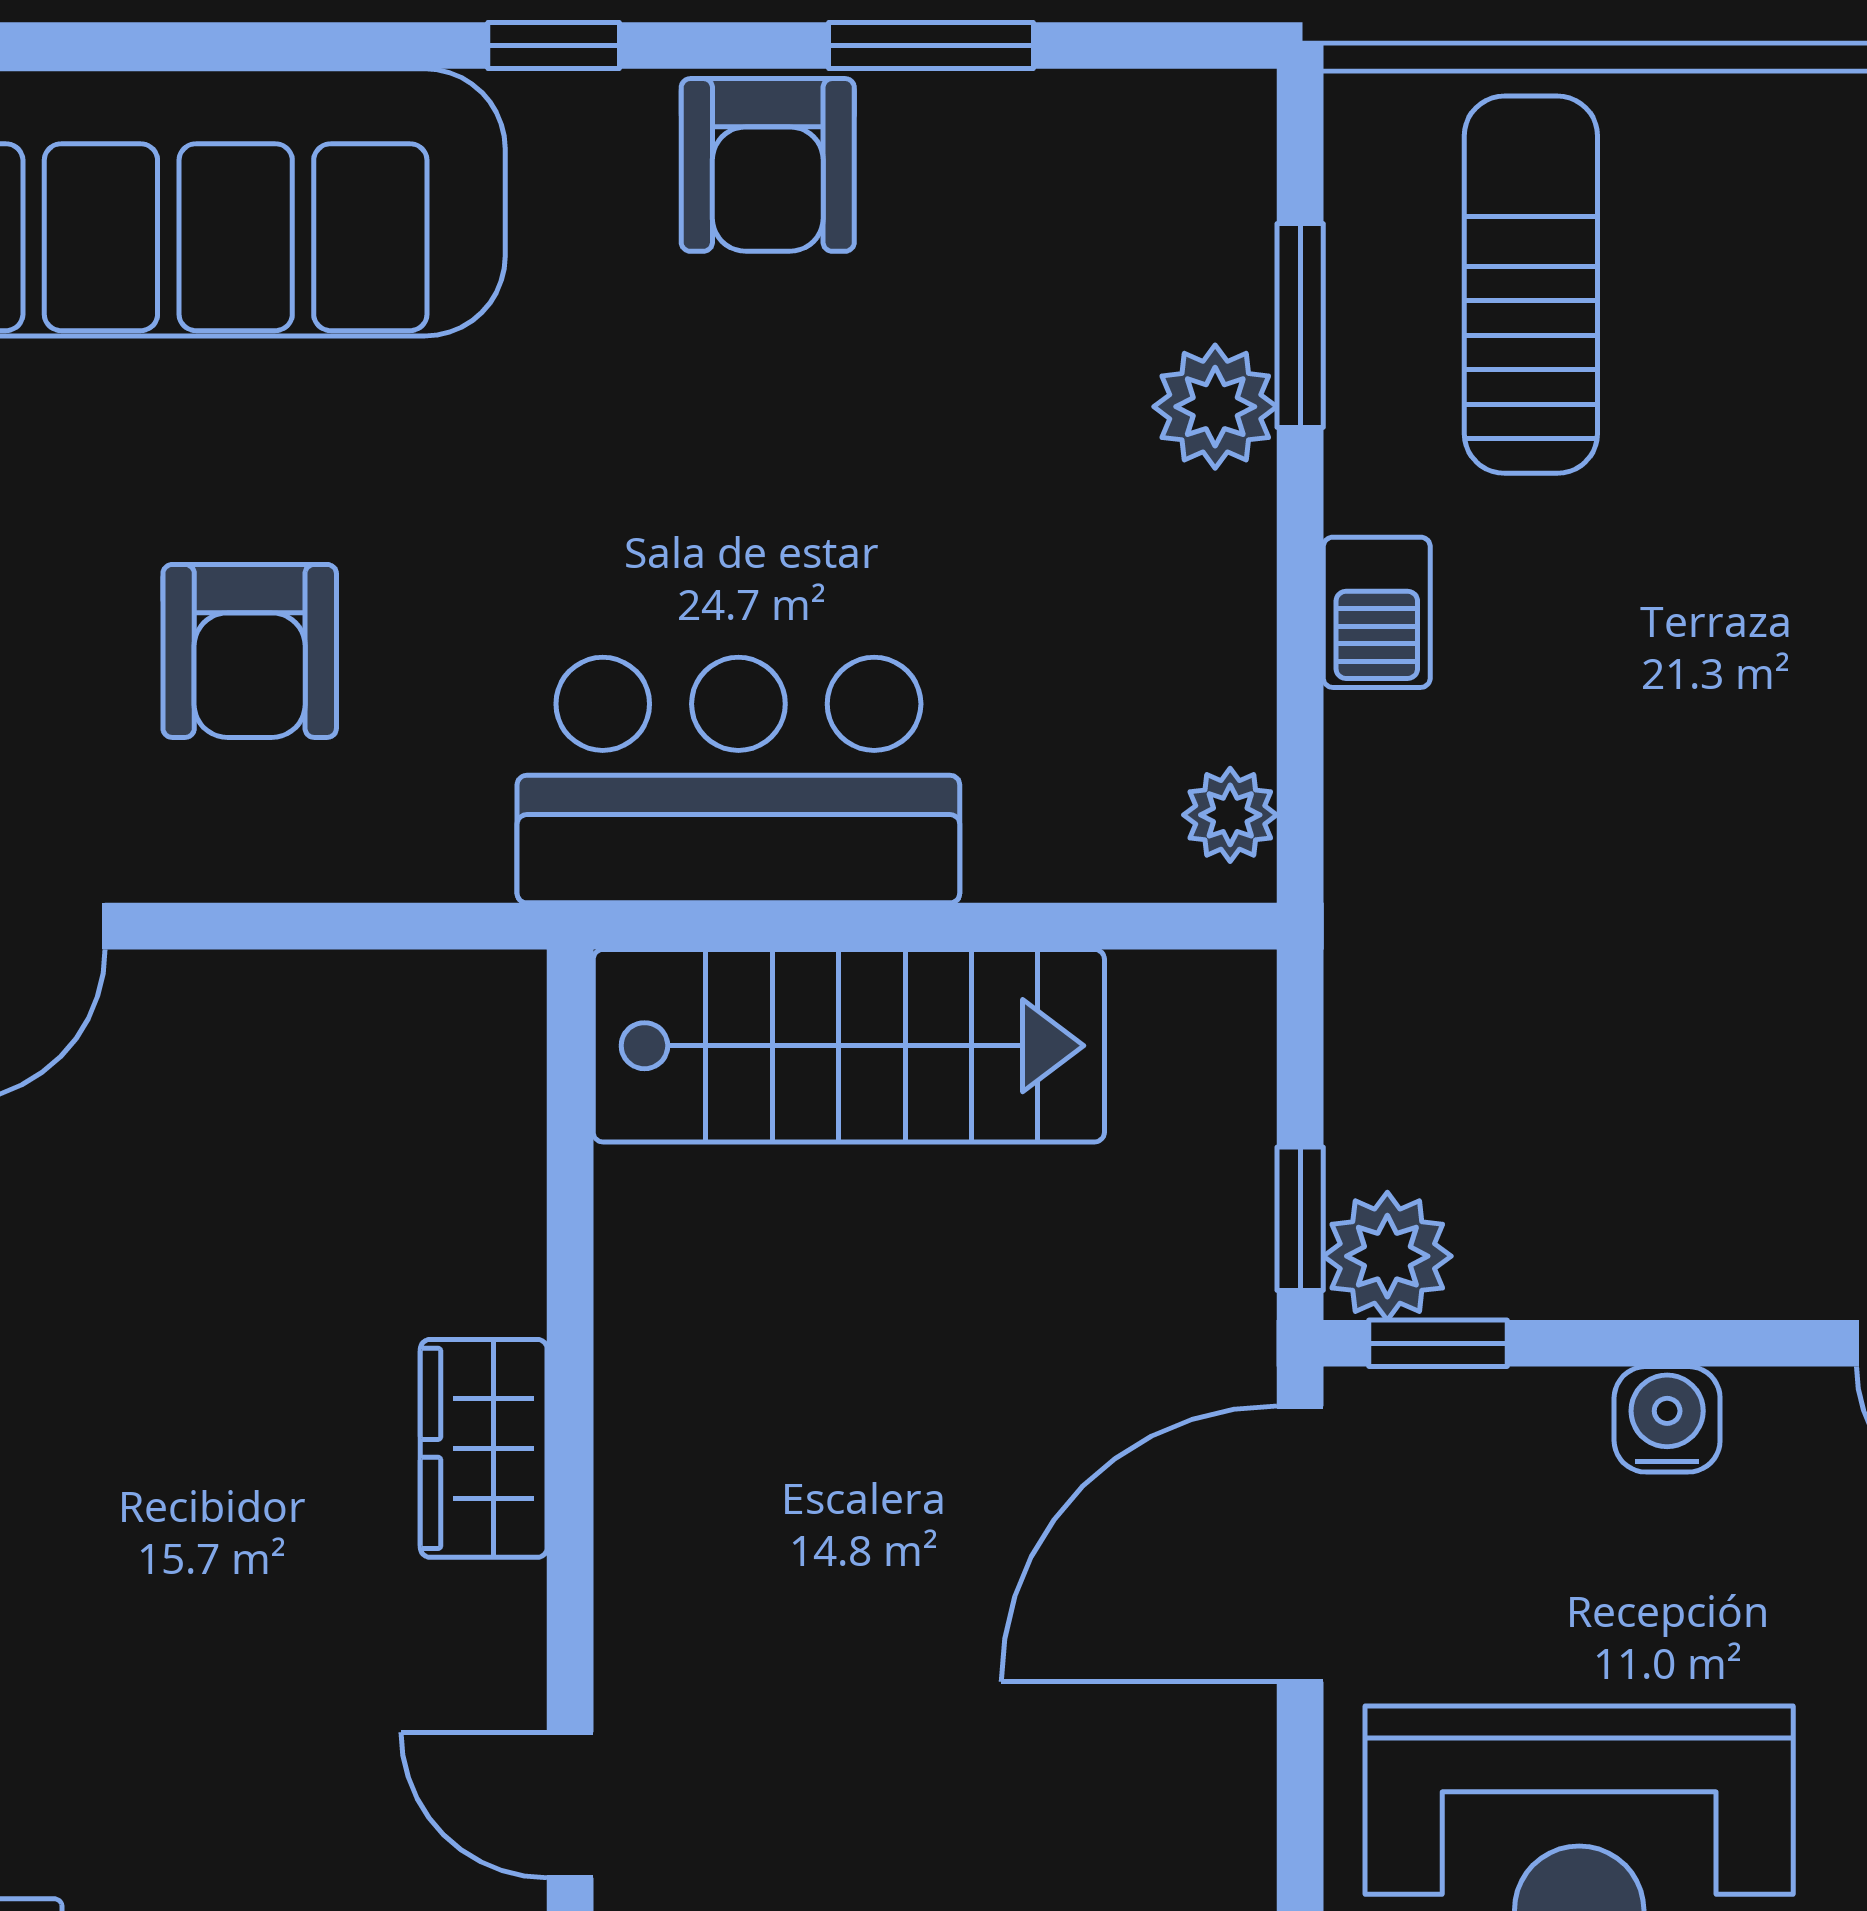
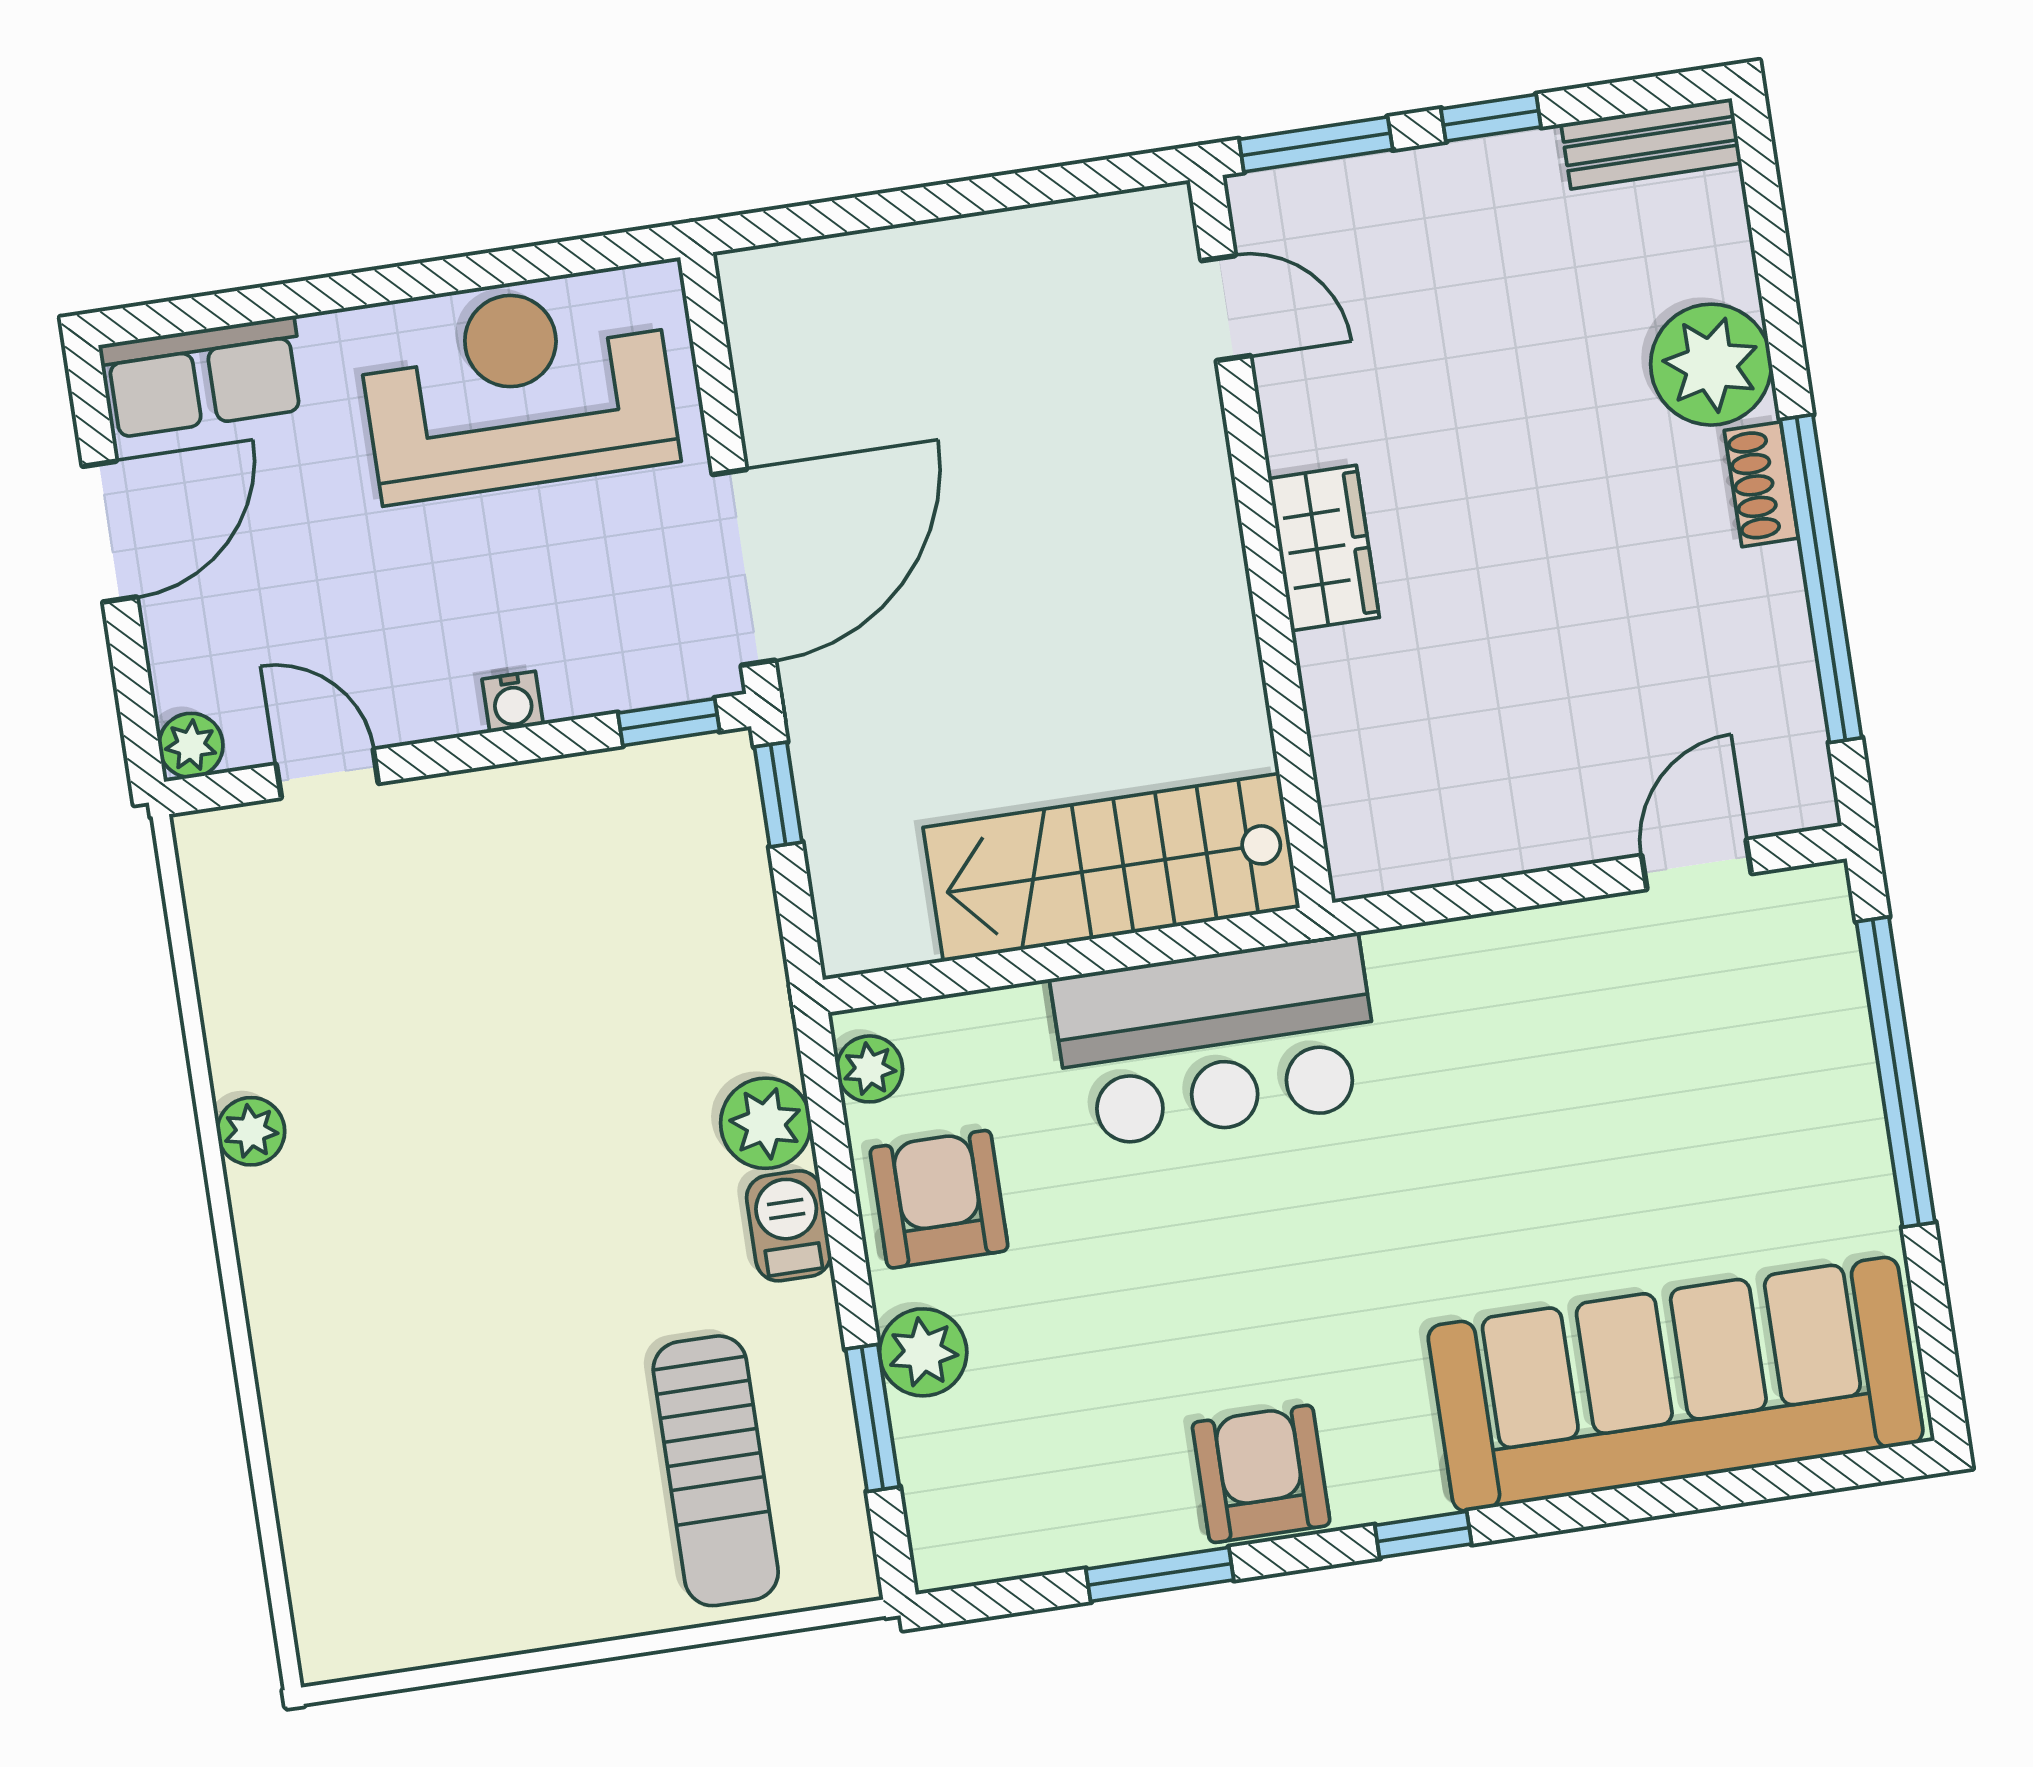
armchair: (250, 651) -> (939, 1199), moved
plant: (1387, 1256) -> (766, 1123), moved
water cooler: (1667, 1419) -> (513, 702), width x0.72, depth x0.72

